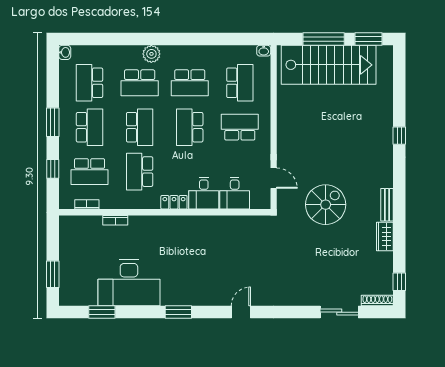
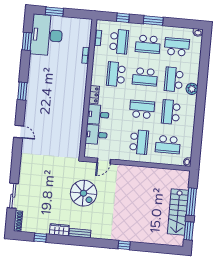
stairs: (329, 65) -> (178, 212), width x0.73, depth x0.66
school desk: (90, 172) -> (119, 42), turned 180
school desk: (140, 172) -> (116, 74), turned -90
window: (399, 282) -> (40, 238), moved
desk: (129, 283) -> (47, 35), moved

